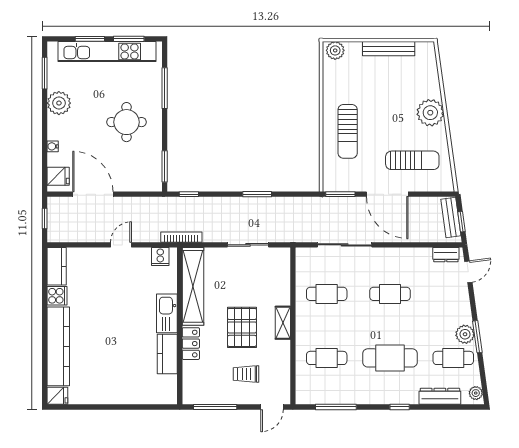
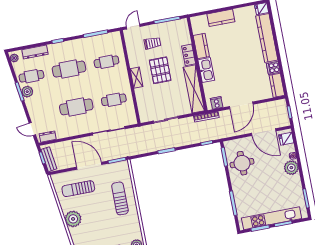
plant: (59, 103) -> (291, 168), moved
round table: (126, 122) -> (242, 163), moved
door: (121, 245) -> (241, 105), width x1.88
door: (468, 272) -> (32, 129), hinge flipped
cafe table: (390, 294) -> (76, 107), width x1.37, depth x1.35
kitchen counter: (127, 394) -> (221, 18), added

